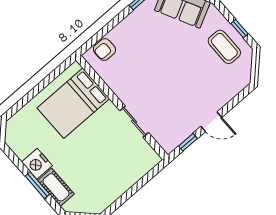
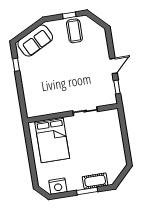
coffee table: (224, 47) -> (74, 31), turned 90
armchair: (104, 50) -> (32, 102), removed
nightstand: (37, 164) -> (58, 186), moved

